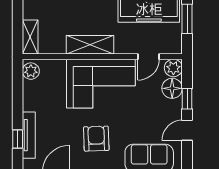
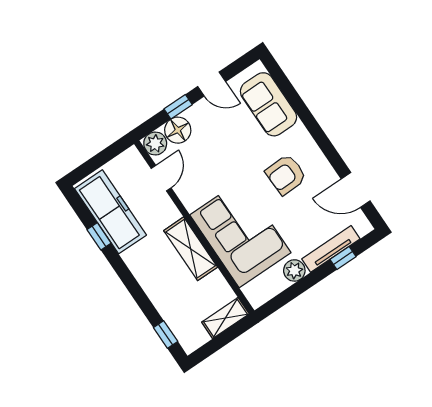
window: (187, 19) -> (93, 164), removed
door: (148, 57) -> (161, 178), hinge flipped
plant: (31, 71) -> (294, 270), moved
corner sofa: (101, 84) -> (240, 234), moved

